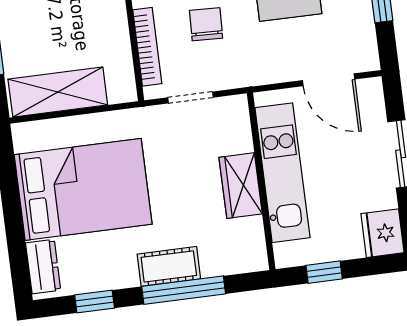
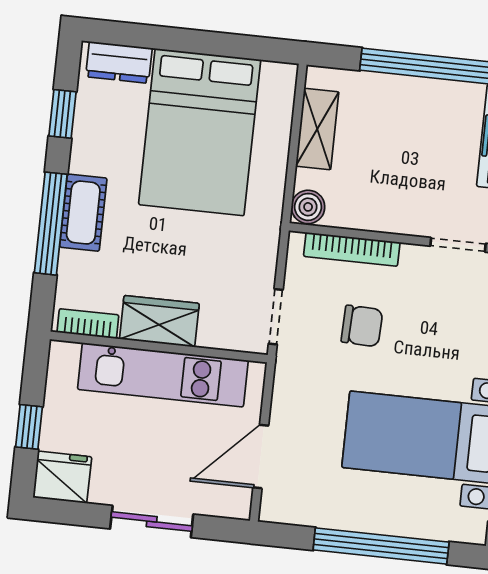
boiler: (122, 89) -> (308, 207), added
shelving: (58, 92) -> (317, 129), width x0.67, depth x0.75
doorway: (191, 97) -> (276, 317), moved
bookcase: (256, 242) -> (88, 324), added
window: (324, 272) -> (29, 427), moved

